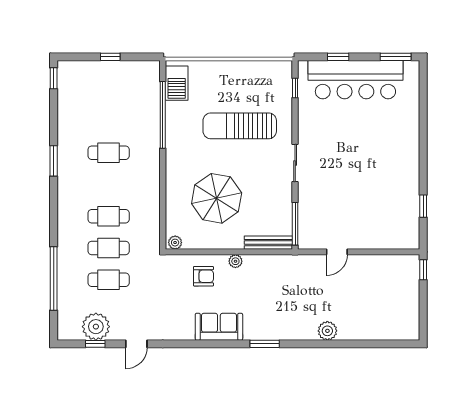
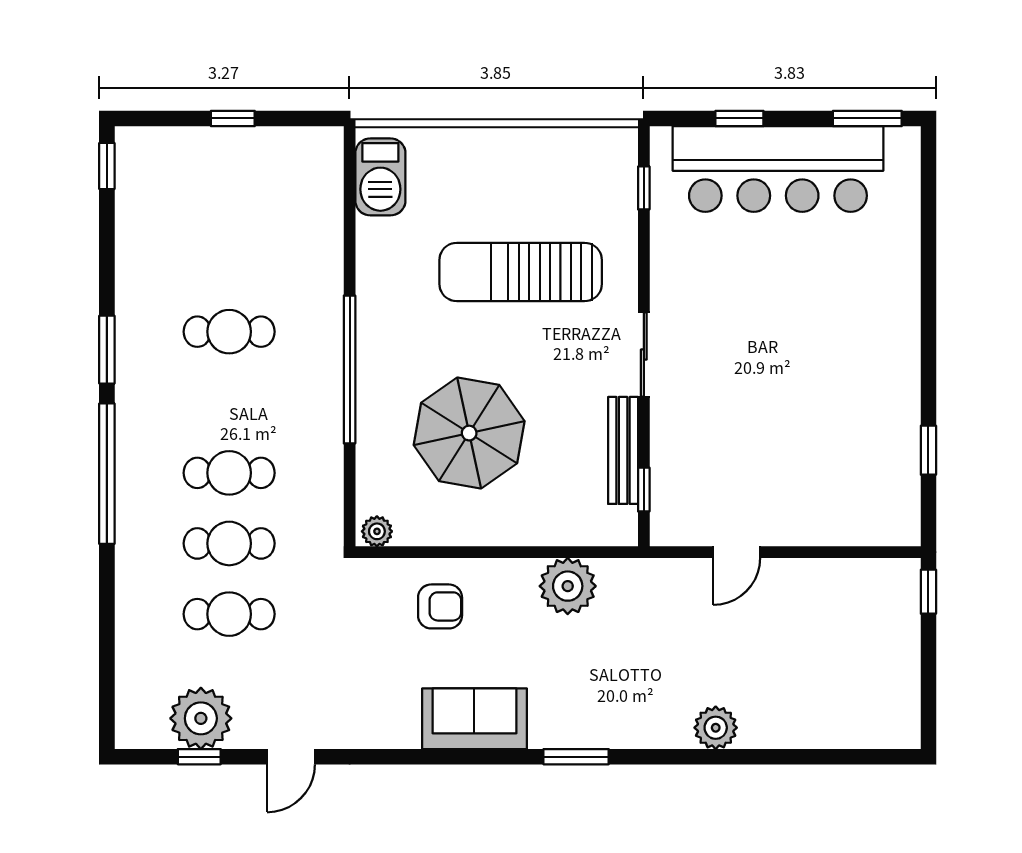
window: (163, 115) -> (350, 369), moved
window: (295, 224) -> (644, 489), width x0.46
bench: (268, 243) -> (623, 450), moved, turned 90
plant: (235, 261) -> (568, 586), moved, width x1.88, depth x1.88
window: (54, 278) -> (107, 474), moved

